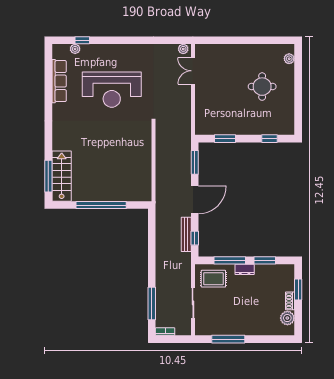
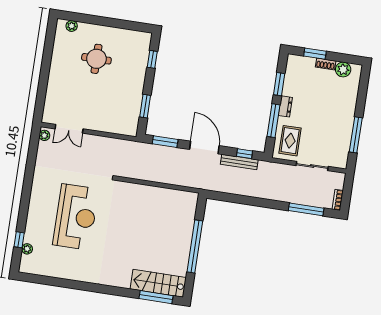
row of seats: (59, 81) -> (58, 271), removed

